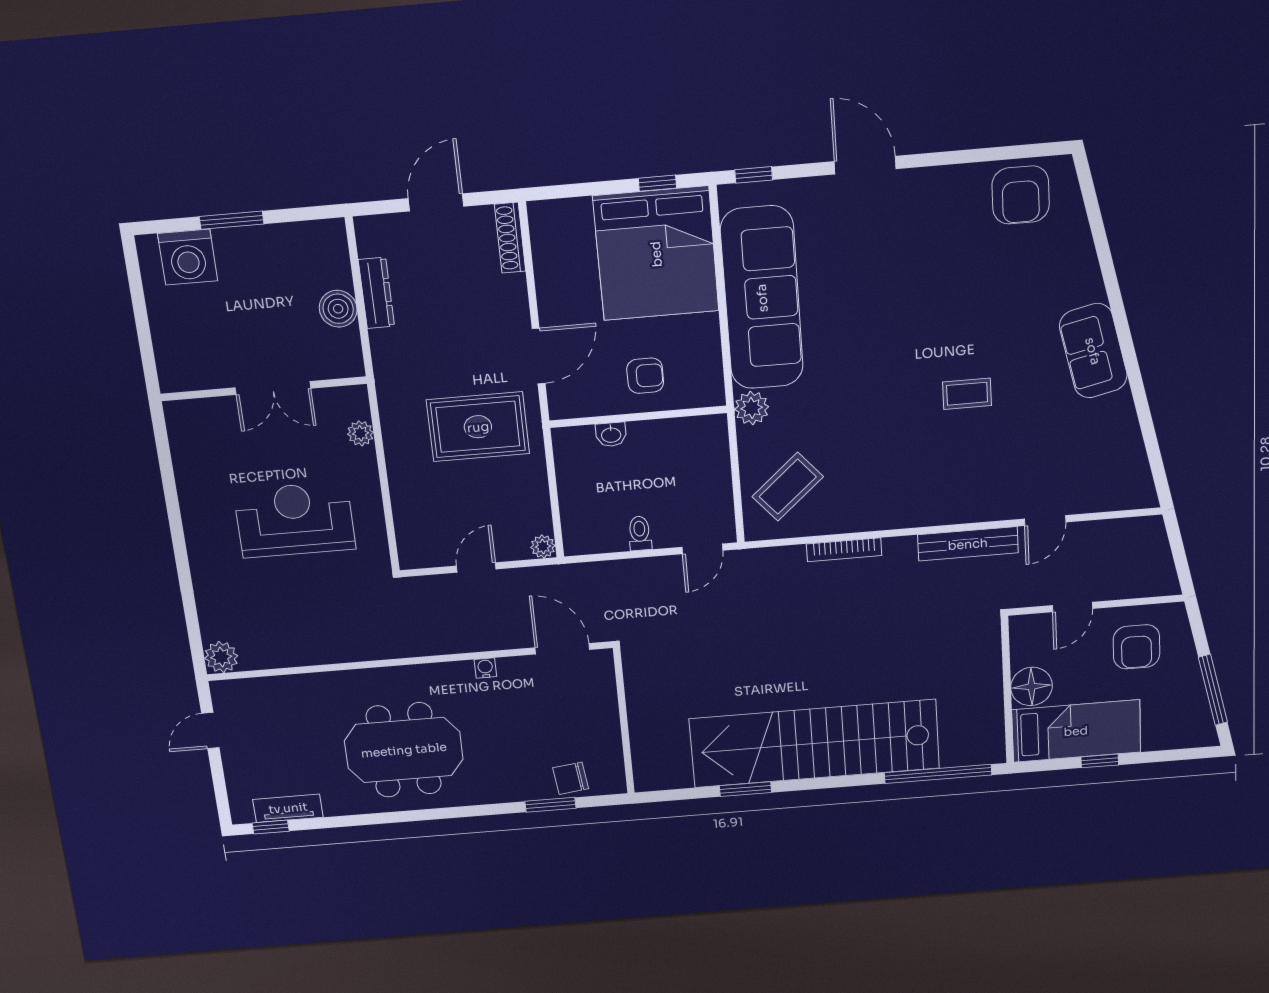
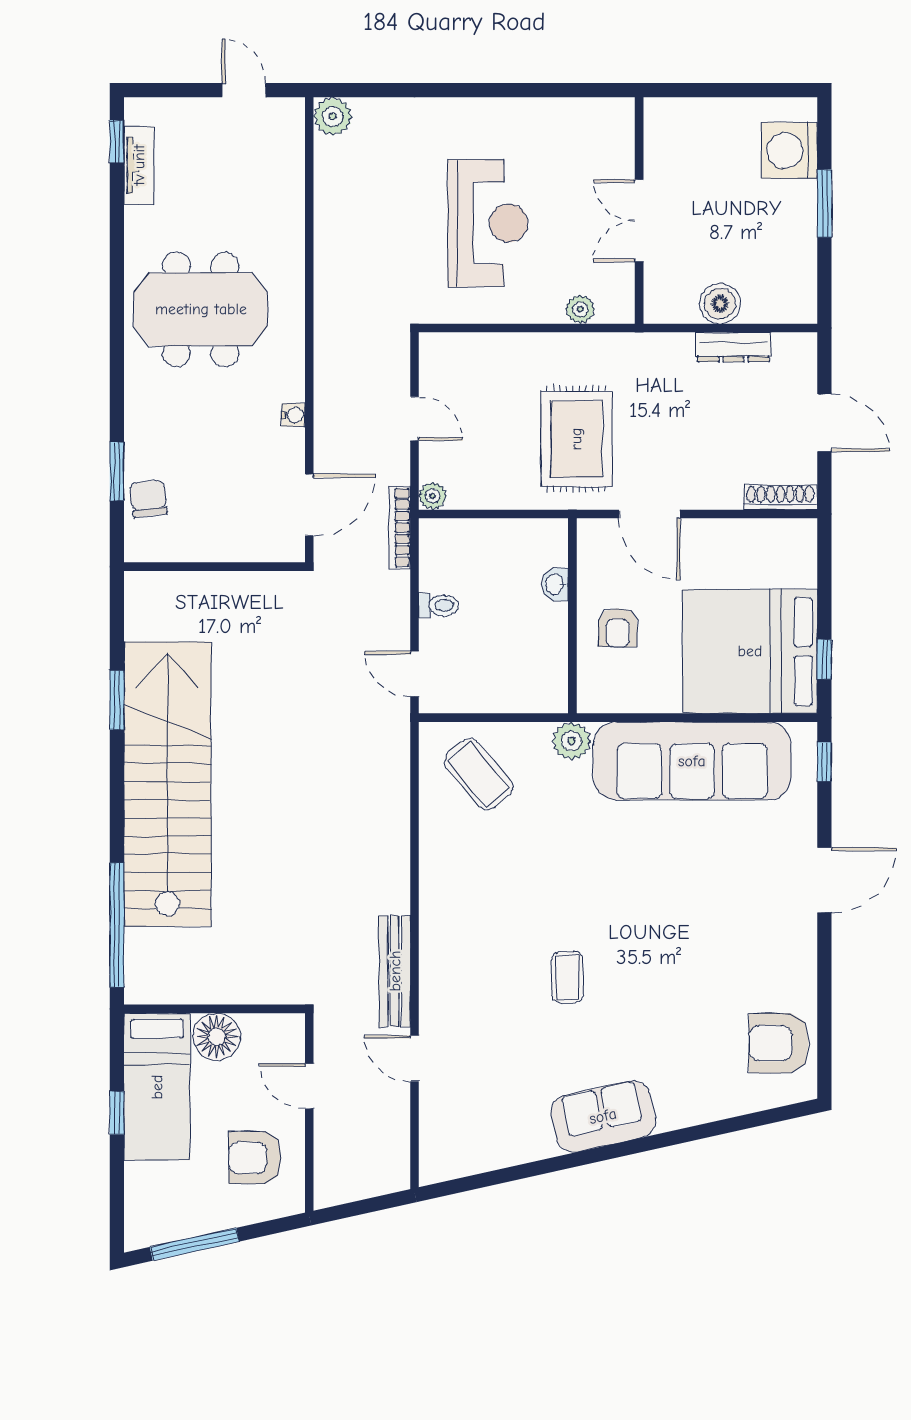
bookcase: (844, 550) -> (400, 527), moved
meeting table: (404, 750) -> (201, 309), turned 90

